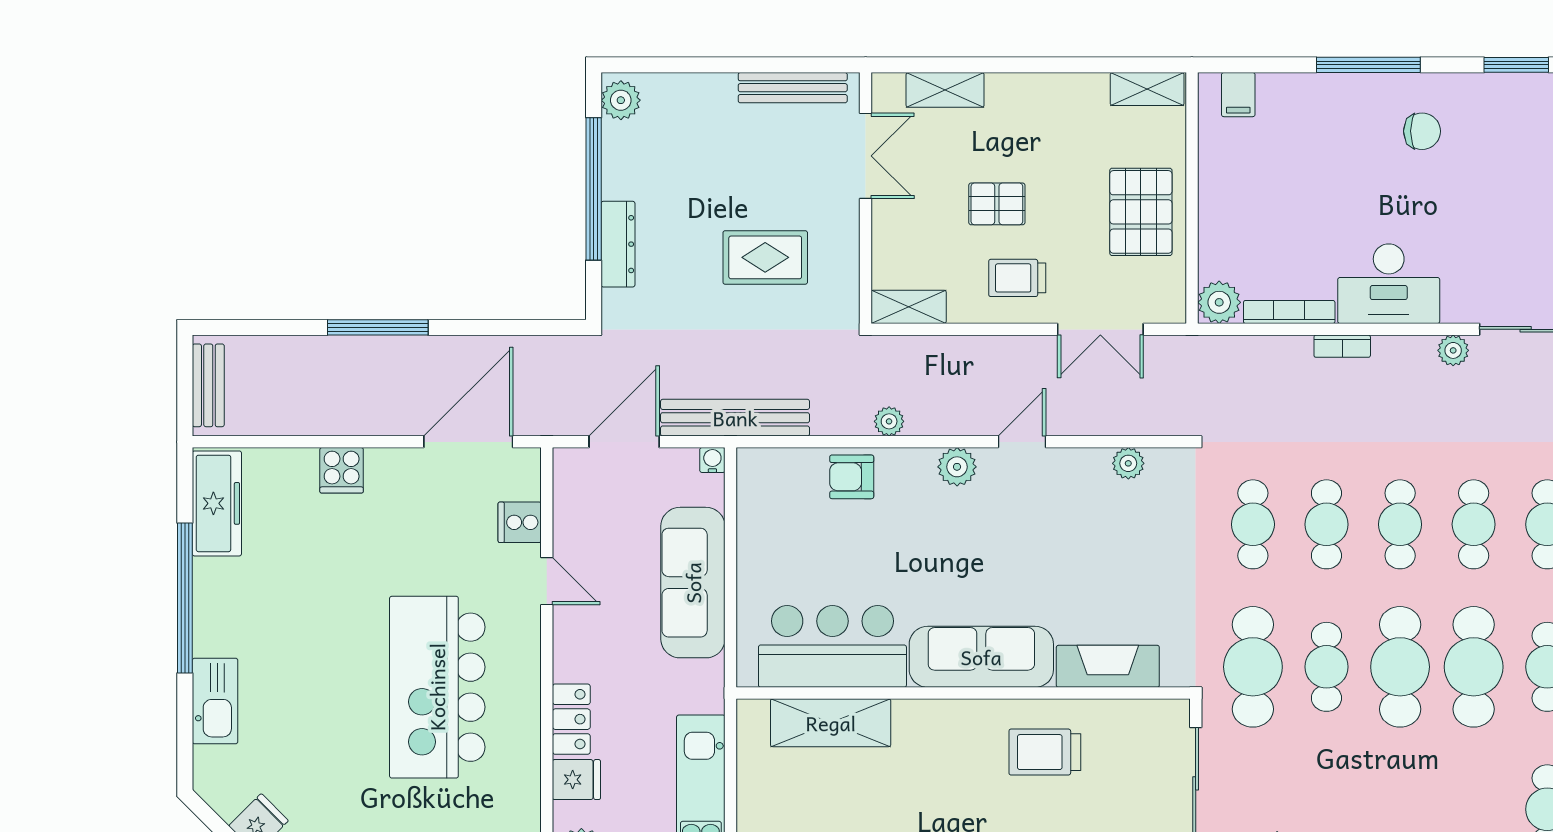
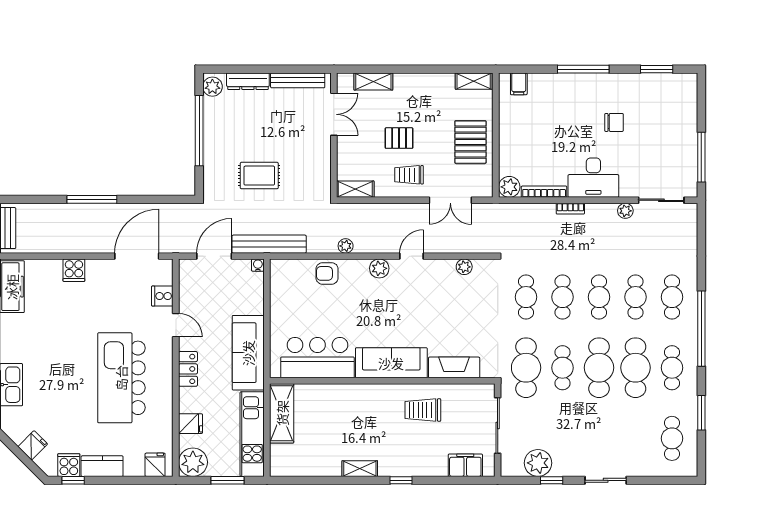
chair: (1422, 131) -> (614, 122), moved
dresser: (618, 244) -> (248, 81), moved, turned 90
rug: (765, 257) -> (259, 176), moved
sofa: (693, 583) -> (248, 353), moved
locker: (571, 719) -> (188, 369), moved
shelving: (831, 723) -> (282, 413), moved, turned 90

